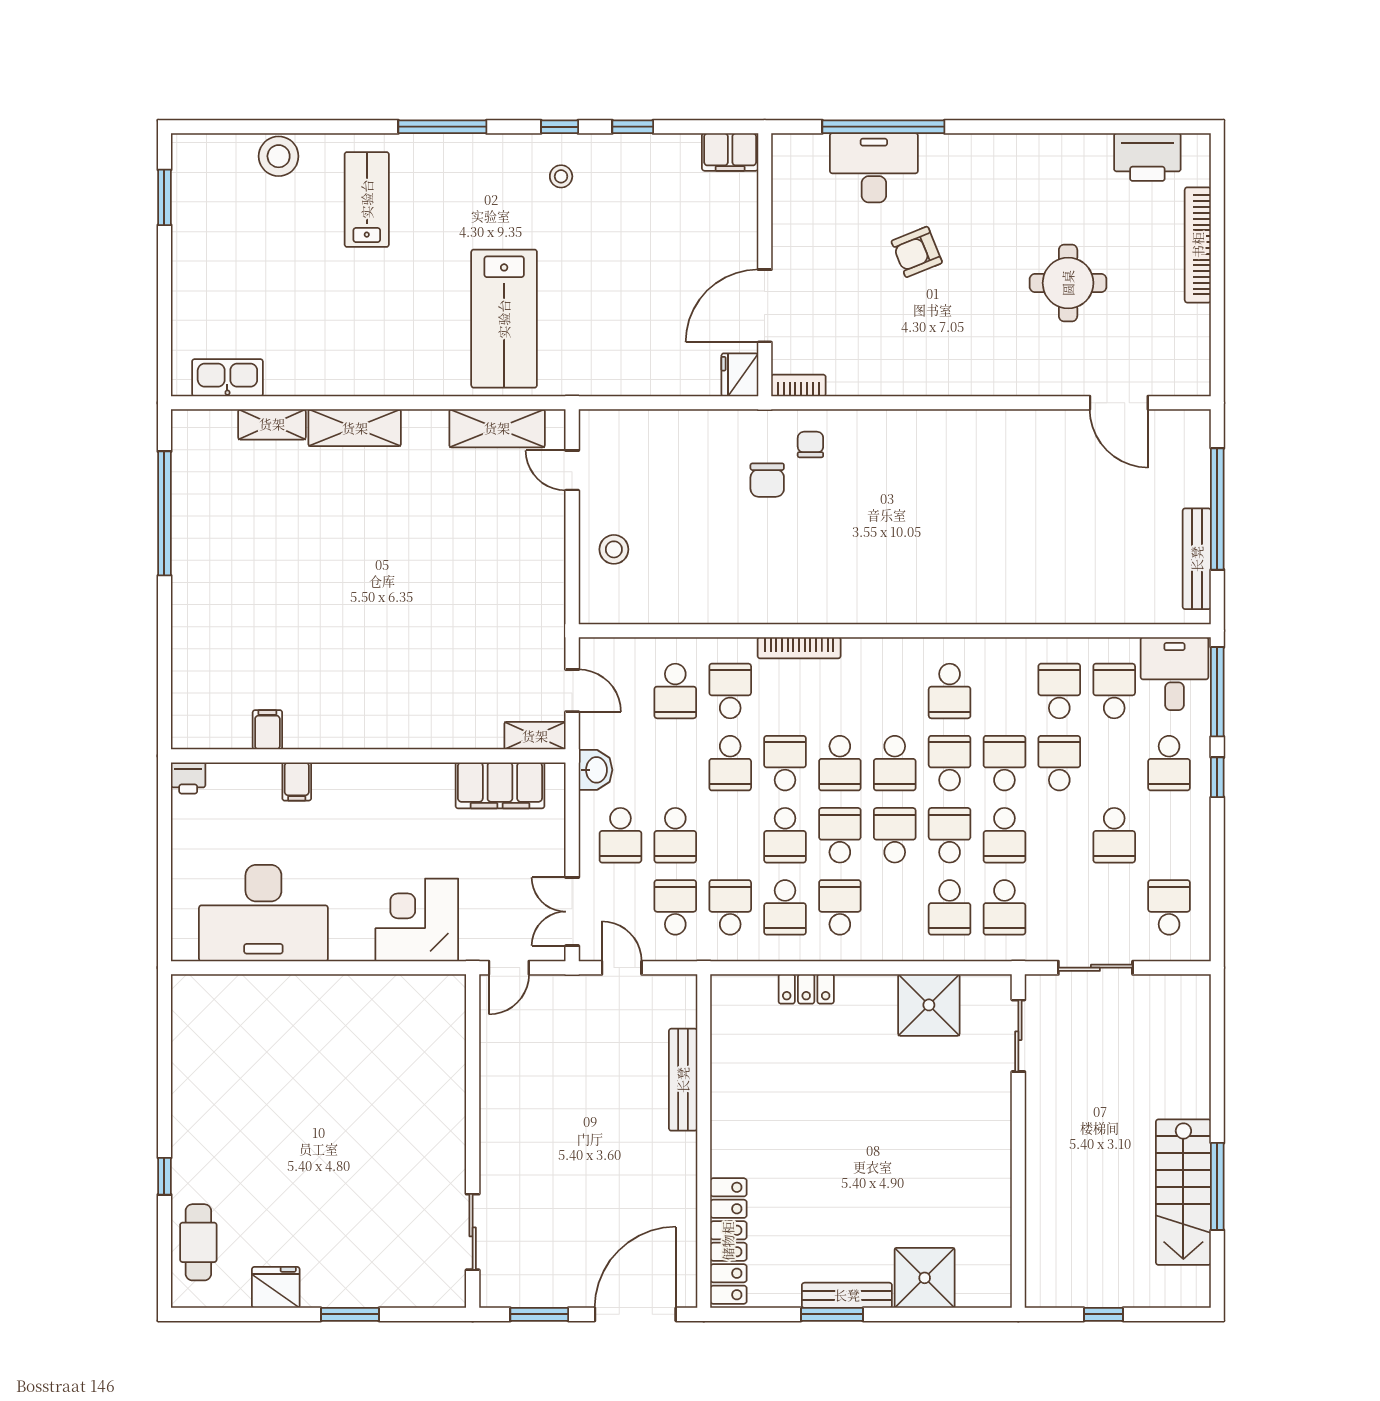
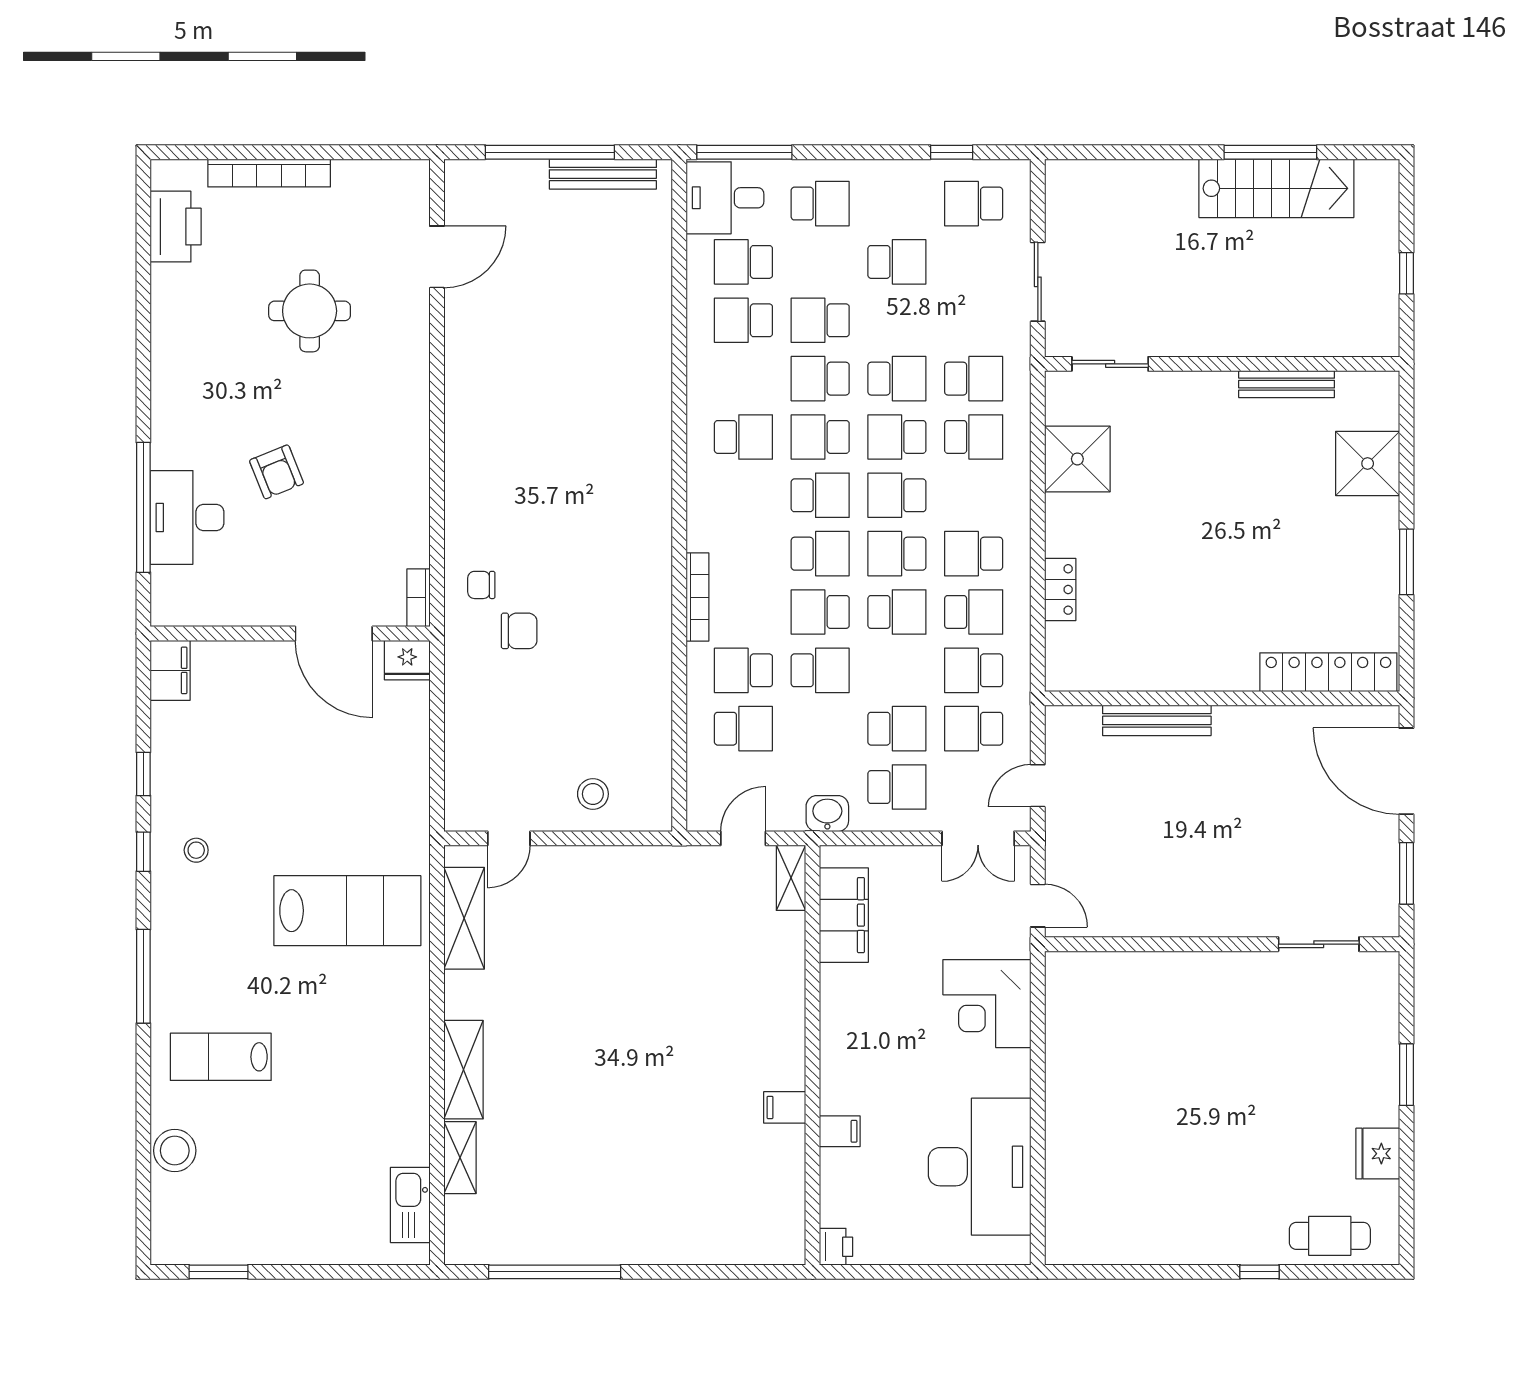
filing cabinet: (267, 730) -> (785, 1107), moved
window: (1217, 777) -> (952, 152), moved
bench: (847, 1295) -> (1287, 384), moved, turned 90

